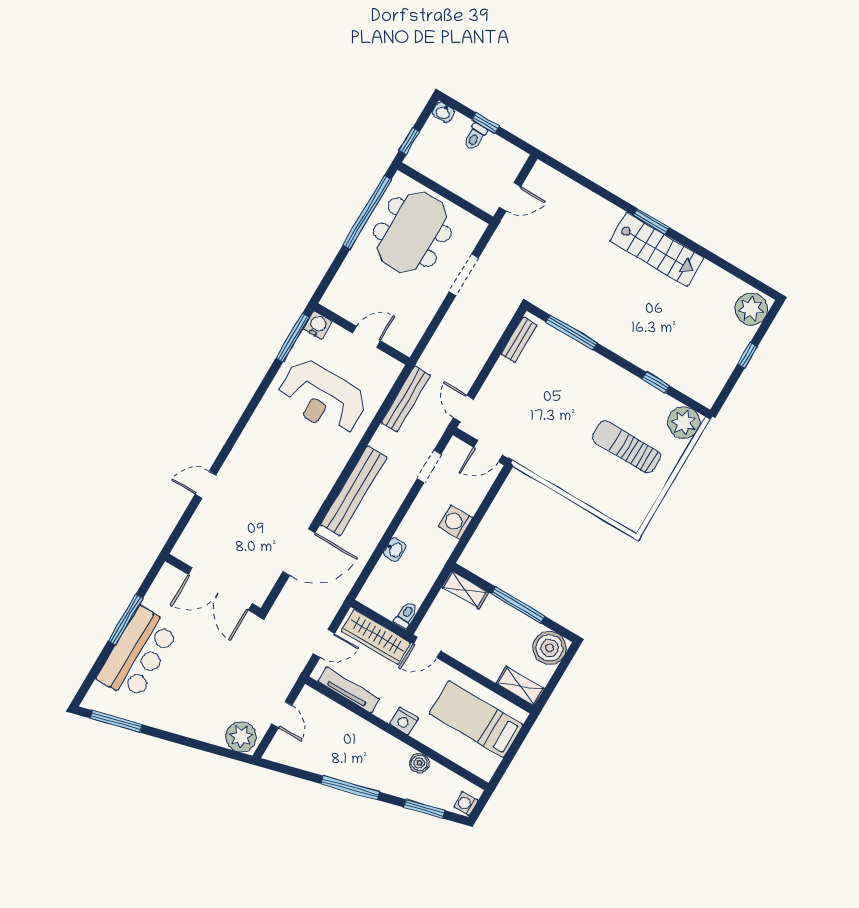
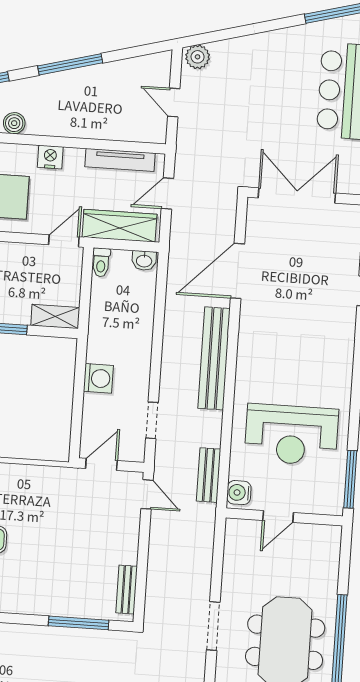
water cooler: (318, 325) -> (239, 493), moved, turned 90
reception desk: (322, 398) -> (291, 435), turned 180
bench: (406, 399) -> (209, 475), width x0.73
washbasin: (395, 550) -> (144, 261), moved, turned -90
plant: (241, 737) -> (198, 57), width x0.73, depth x0.73

